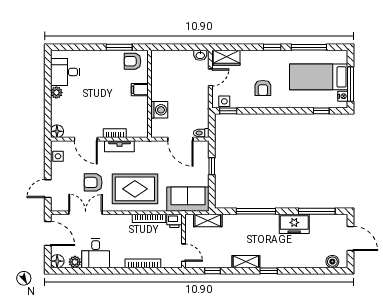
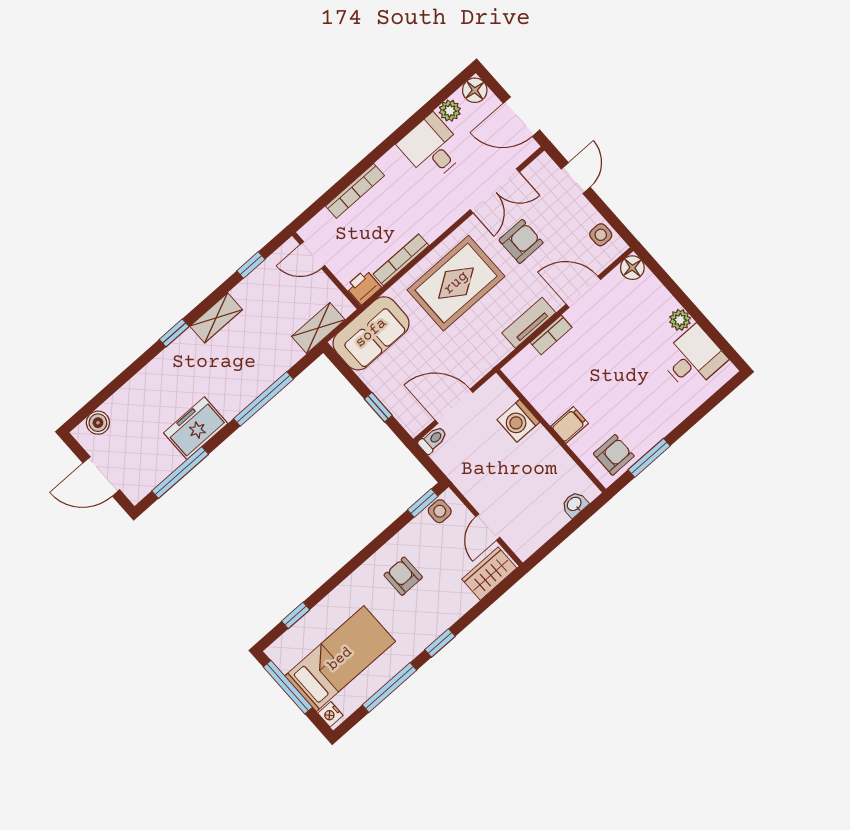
washbasin: (200, 55) -> (575, 504), moved
nightstand: (343, 96) -> (330, 714), moved

